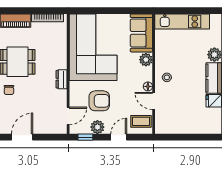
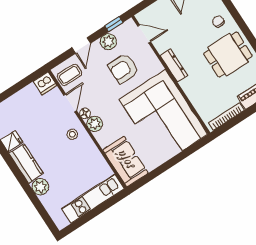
plant: (146, 60) -> (95, 124), moved
dresser: (61, 79) -> (174, 65), width x1.44
door: (154, 101) -> (70, 103), hinge flipped
door: (68, 116) -> (144, 34), swing flipped
dishwasher: (163, 127) -> (45, 83), added

